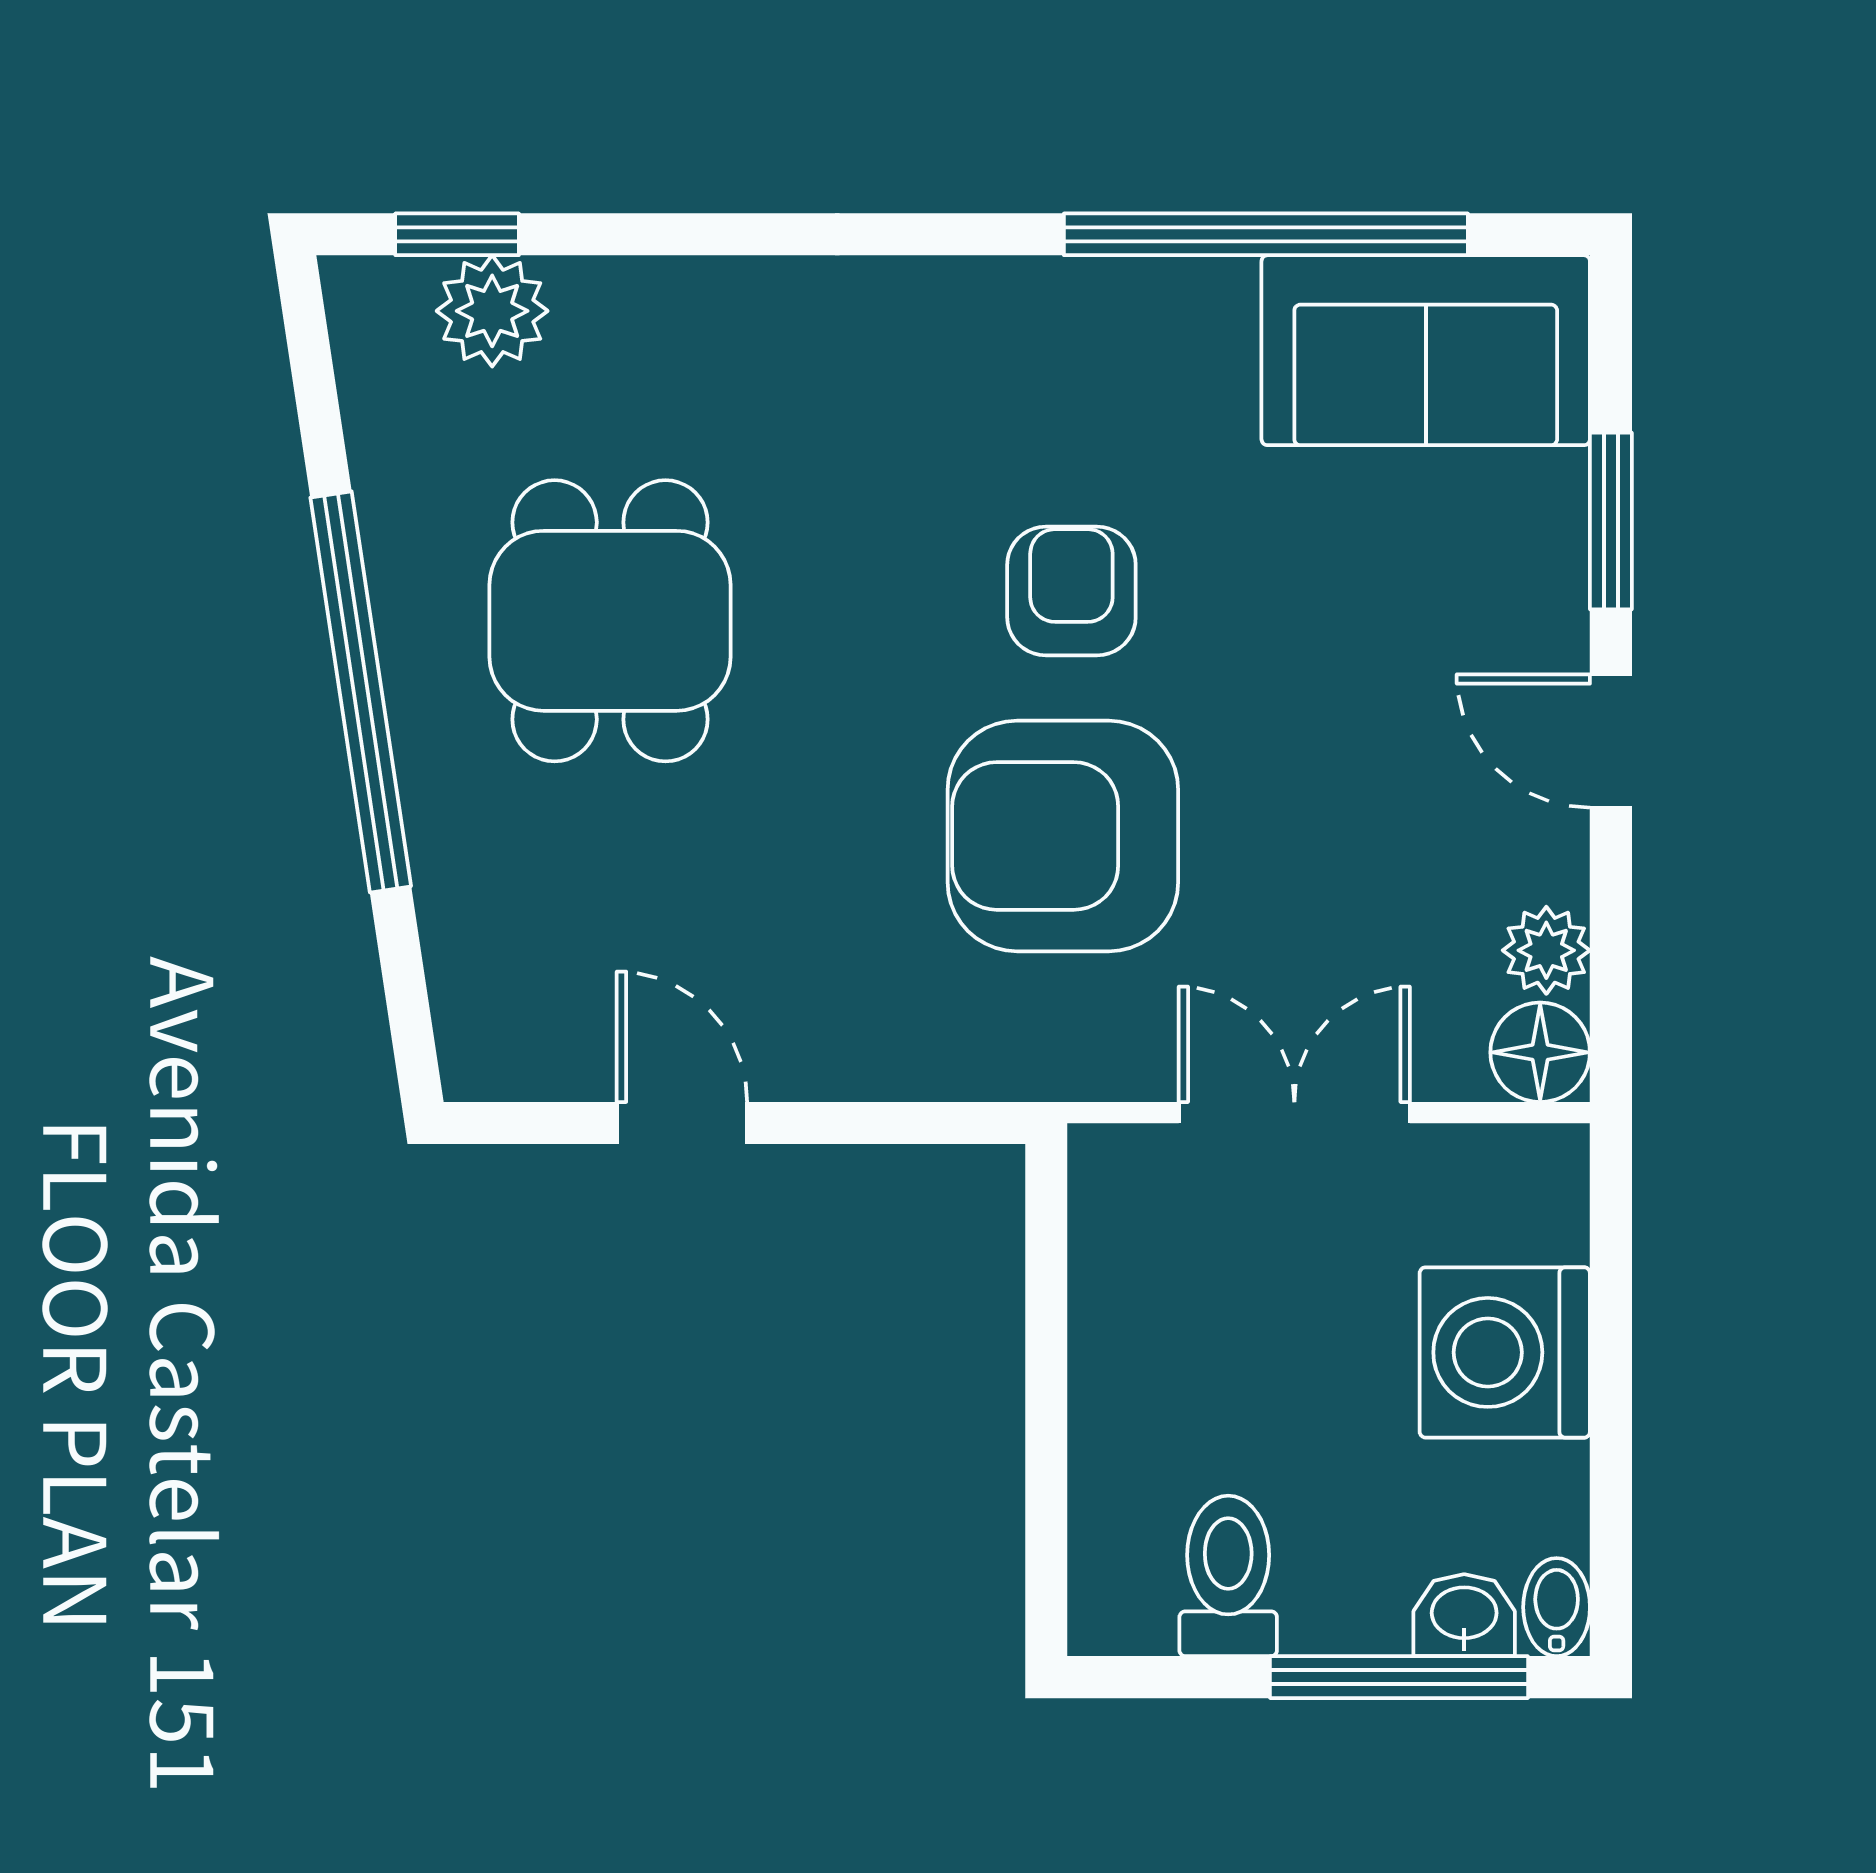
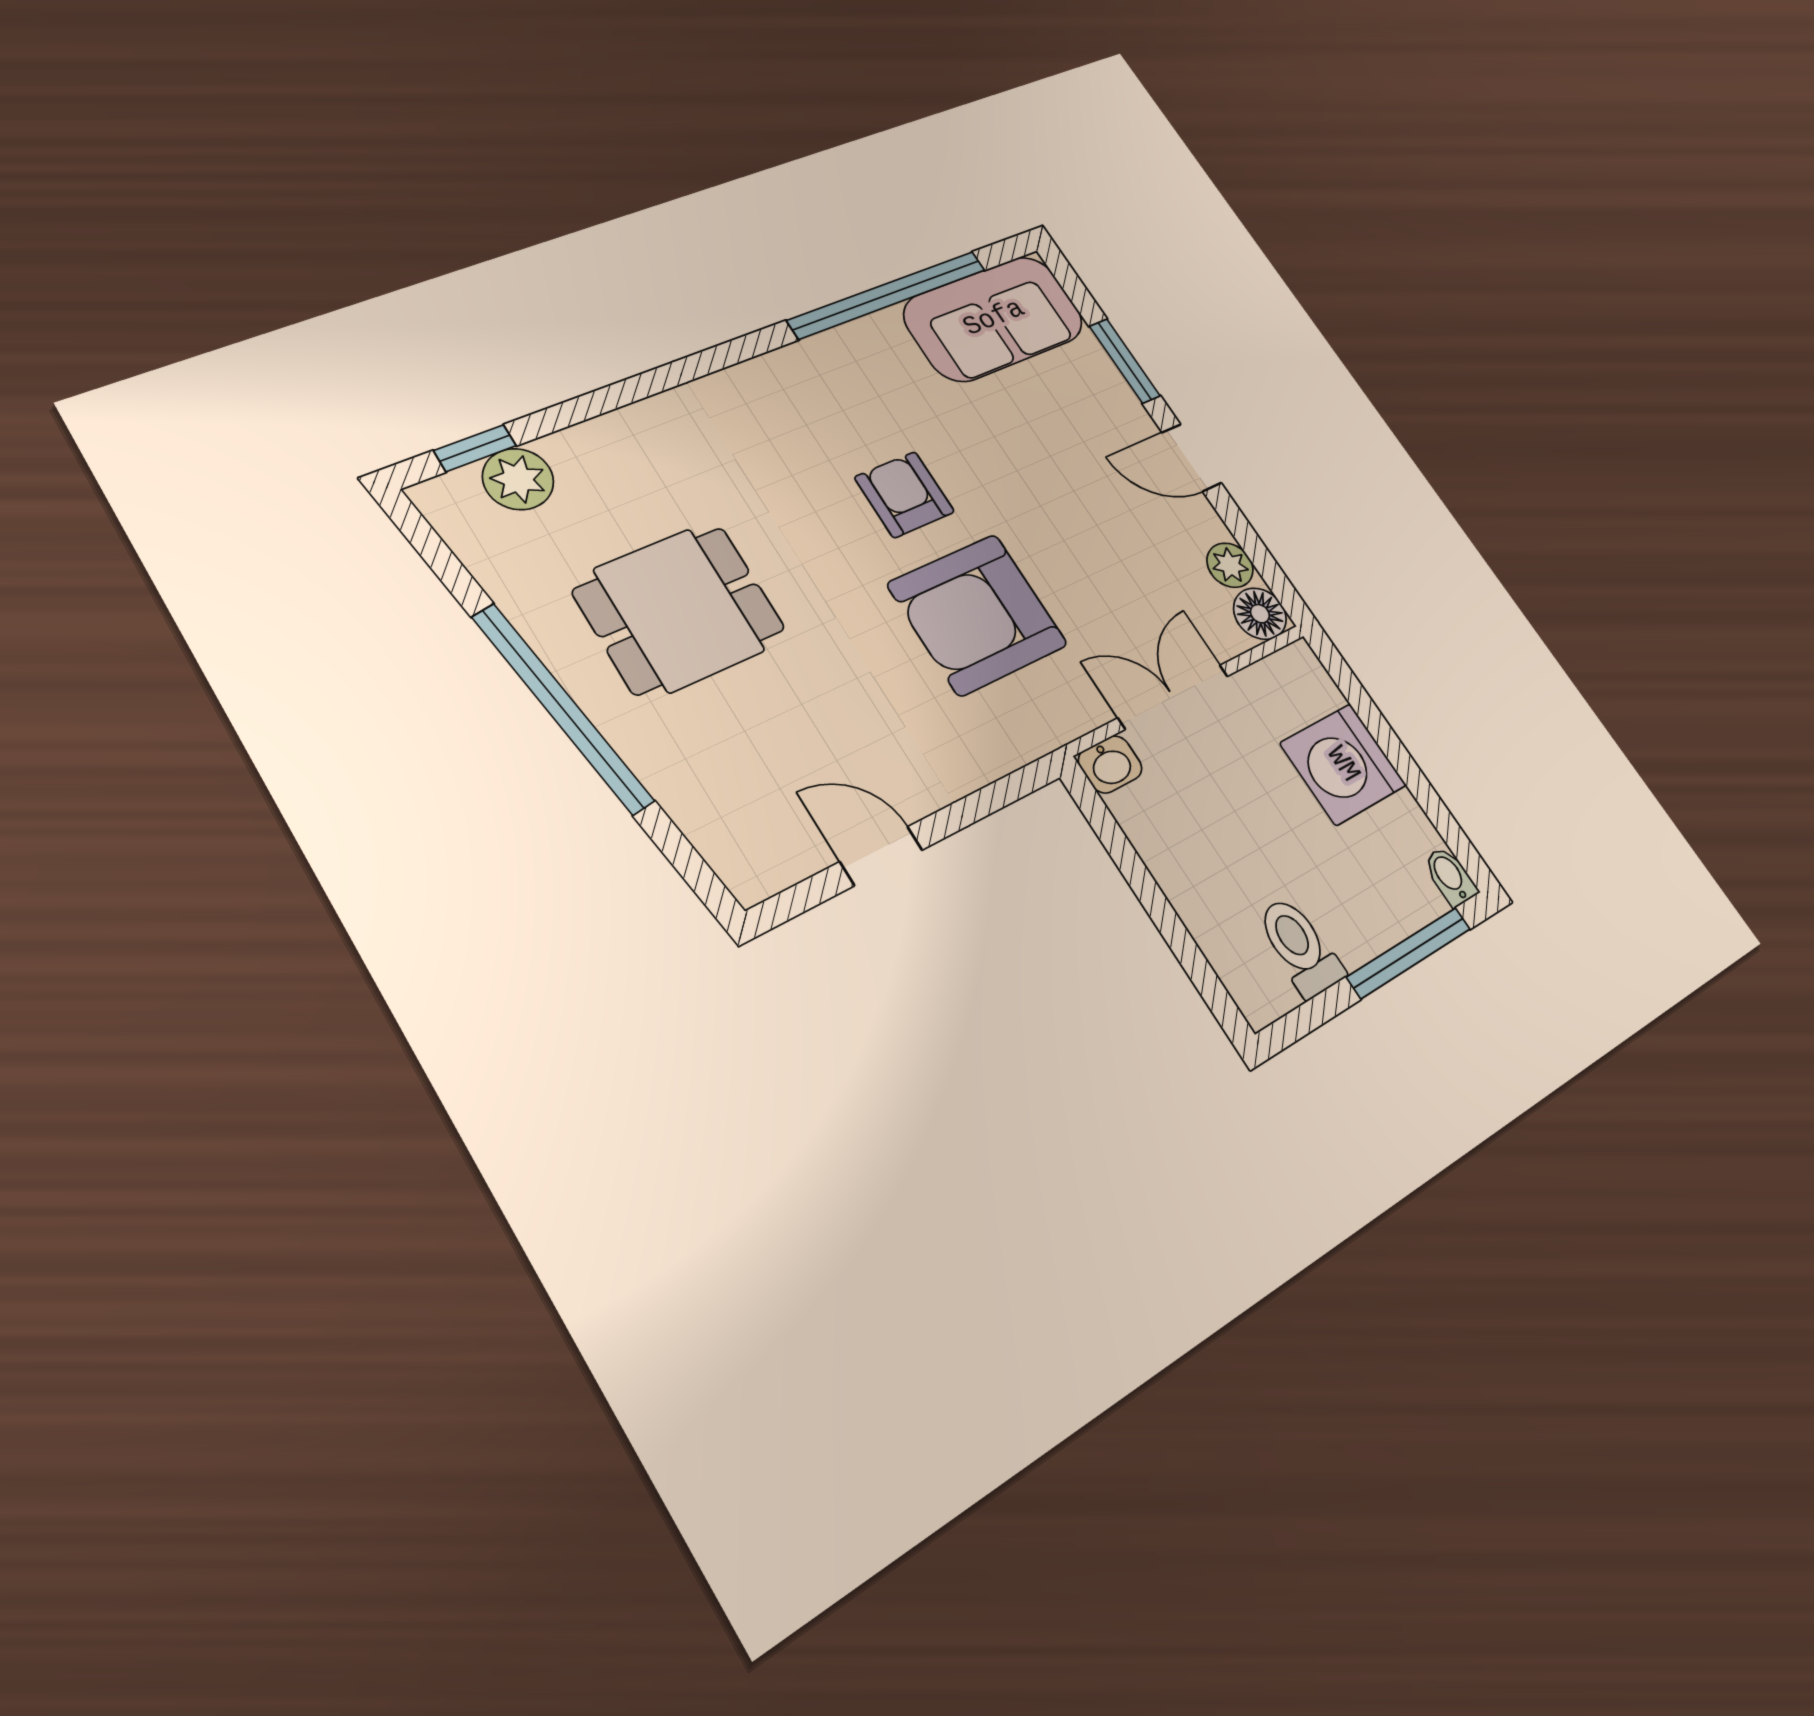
dining table: (610, 621) -> (679, 610), turned 90
washbasin: (1464, 1615) -> (1110, 764), moved, turned 180

